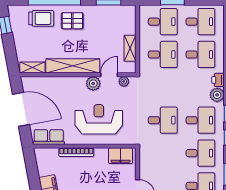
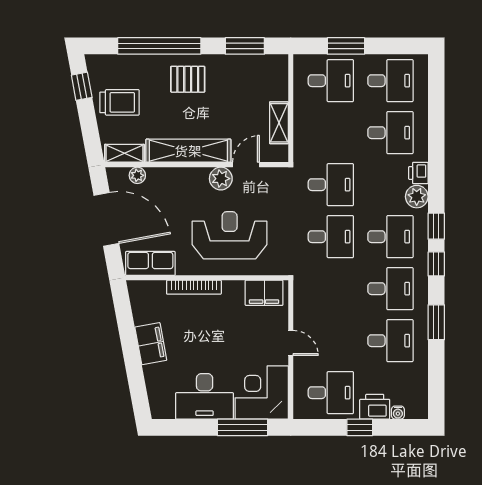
trolley: (41, 18) -> (120, 102), moved
desk: (163, 54) -> (331, 185), moved
plant: (124, 81) -> (137, 175), moved

